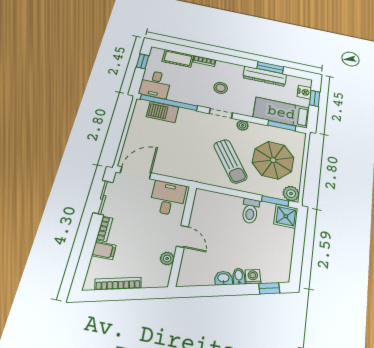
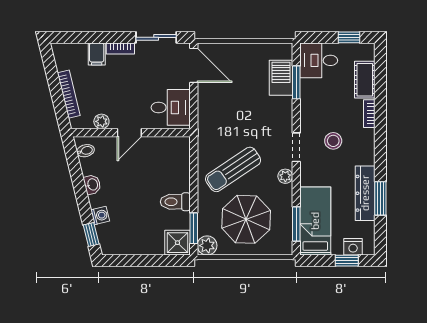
window: (169, 103) -> (296, 82), width x0.47
bidet: (239, 276) -> (85, 151), moved
bookcase: (118, 284) -> (69, 94), moved

